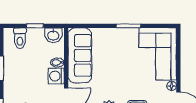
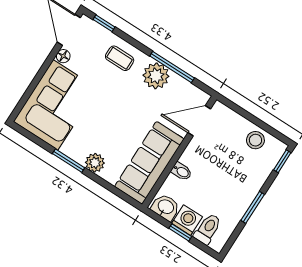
plant: (112, 35) -> (95, 163), added
washing machine: (56, 76) -> (187, 220), moved, turned -90

